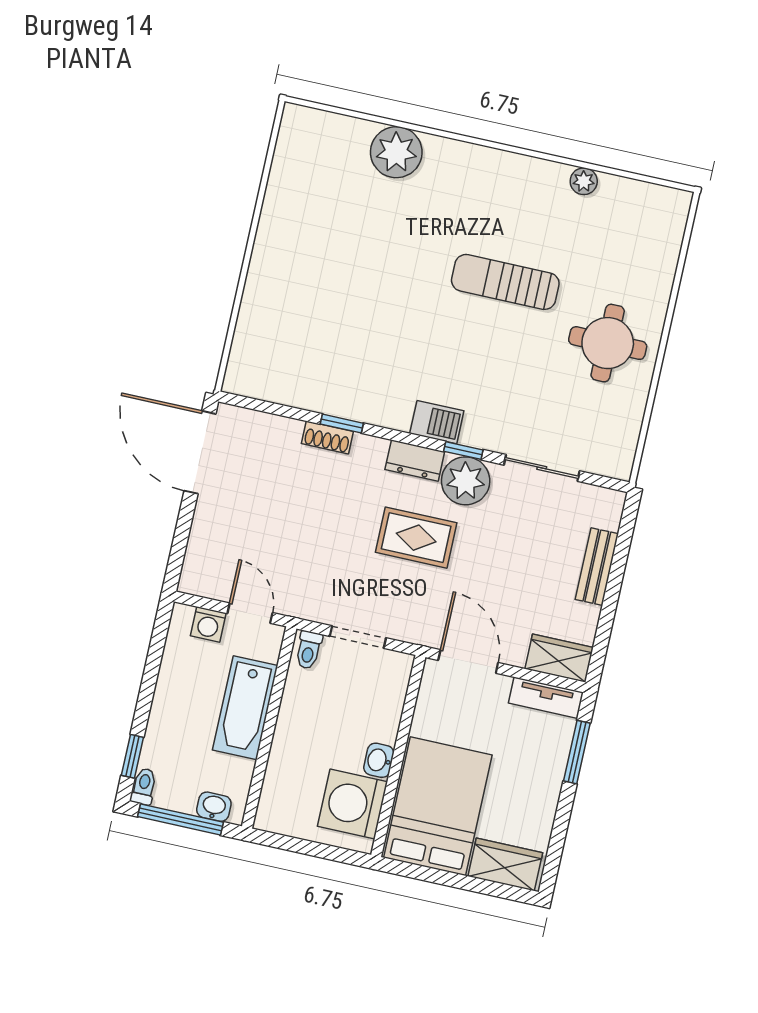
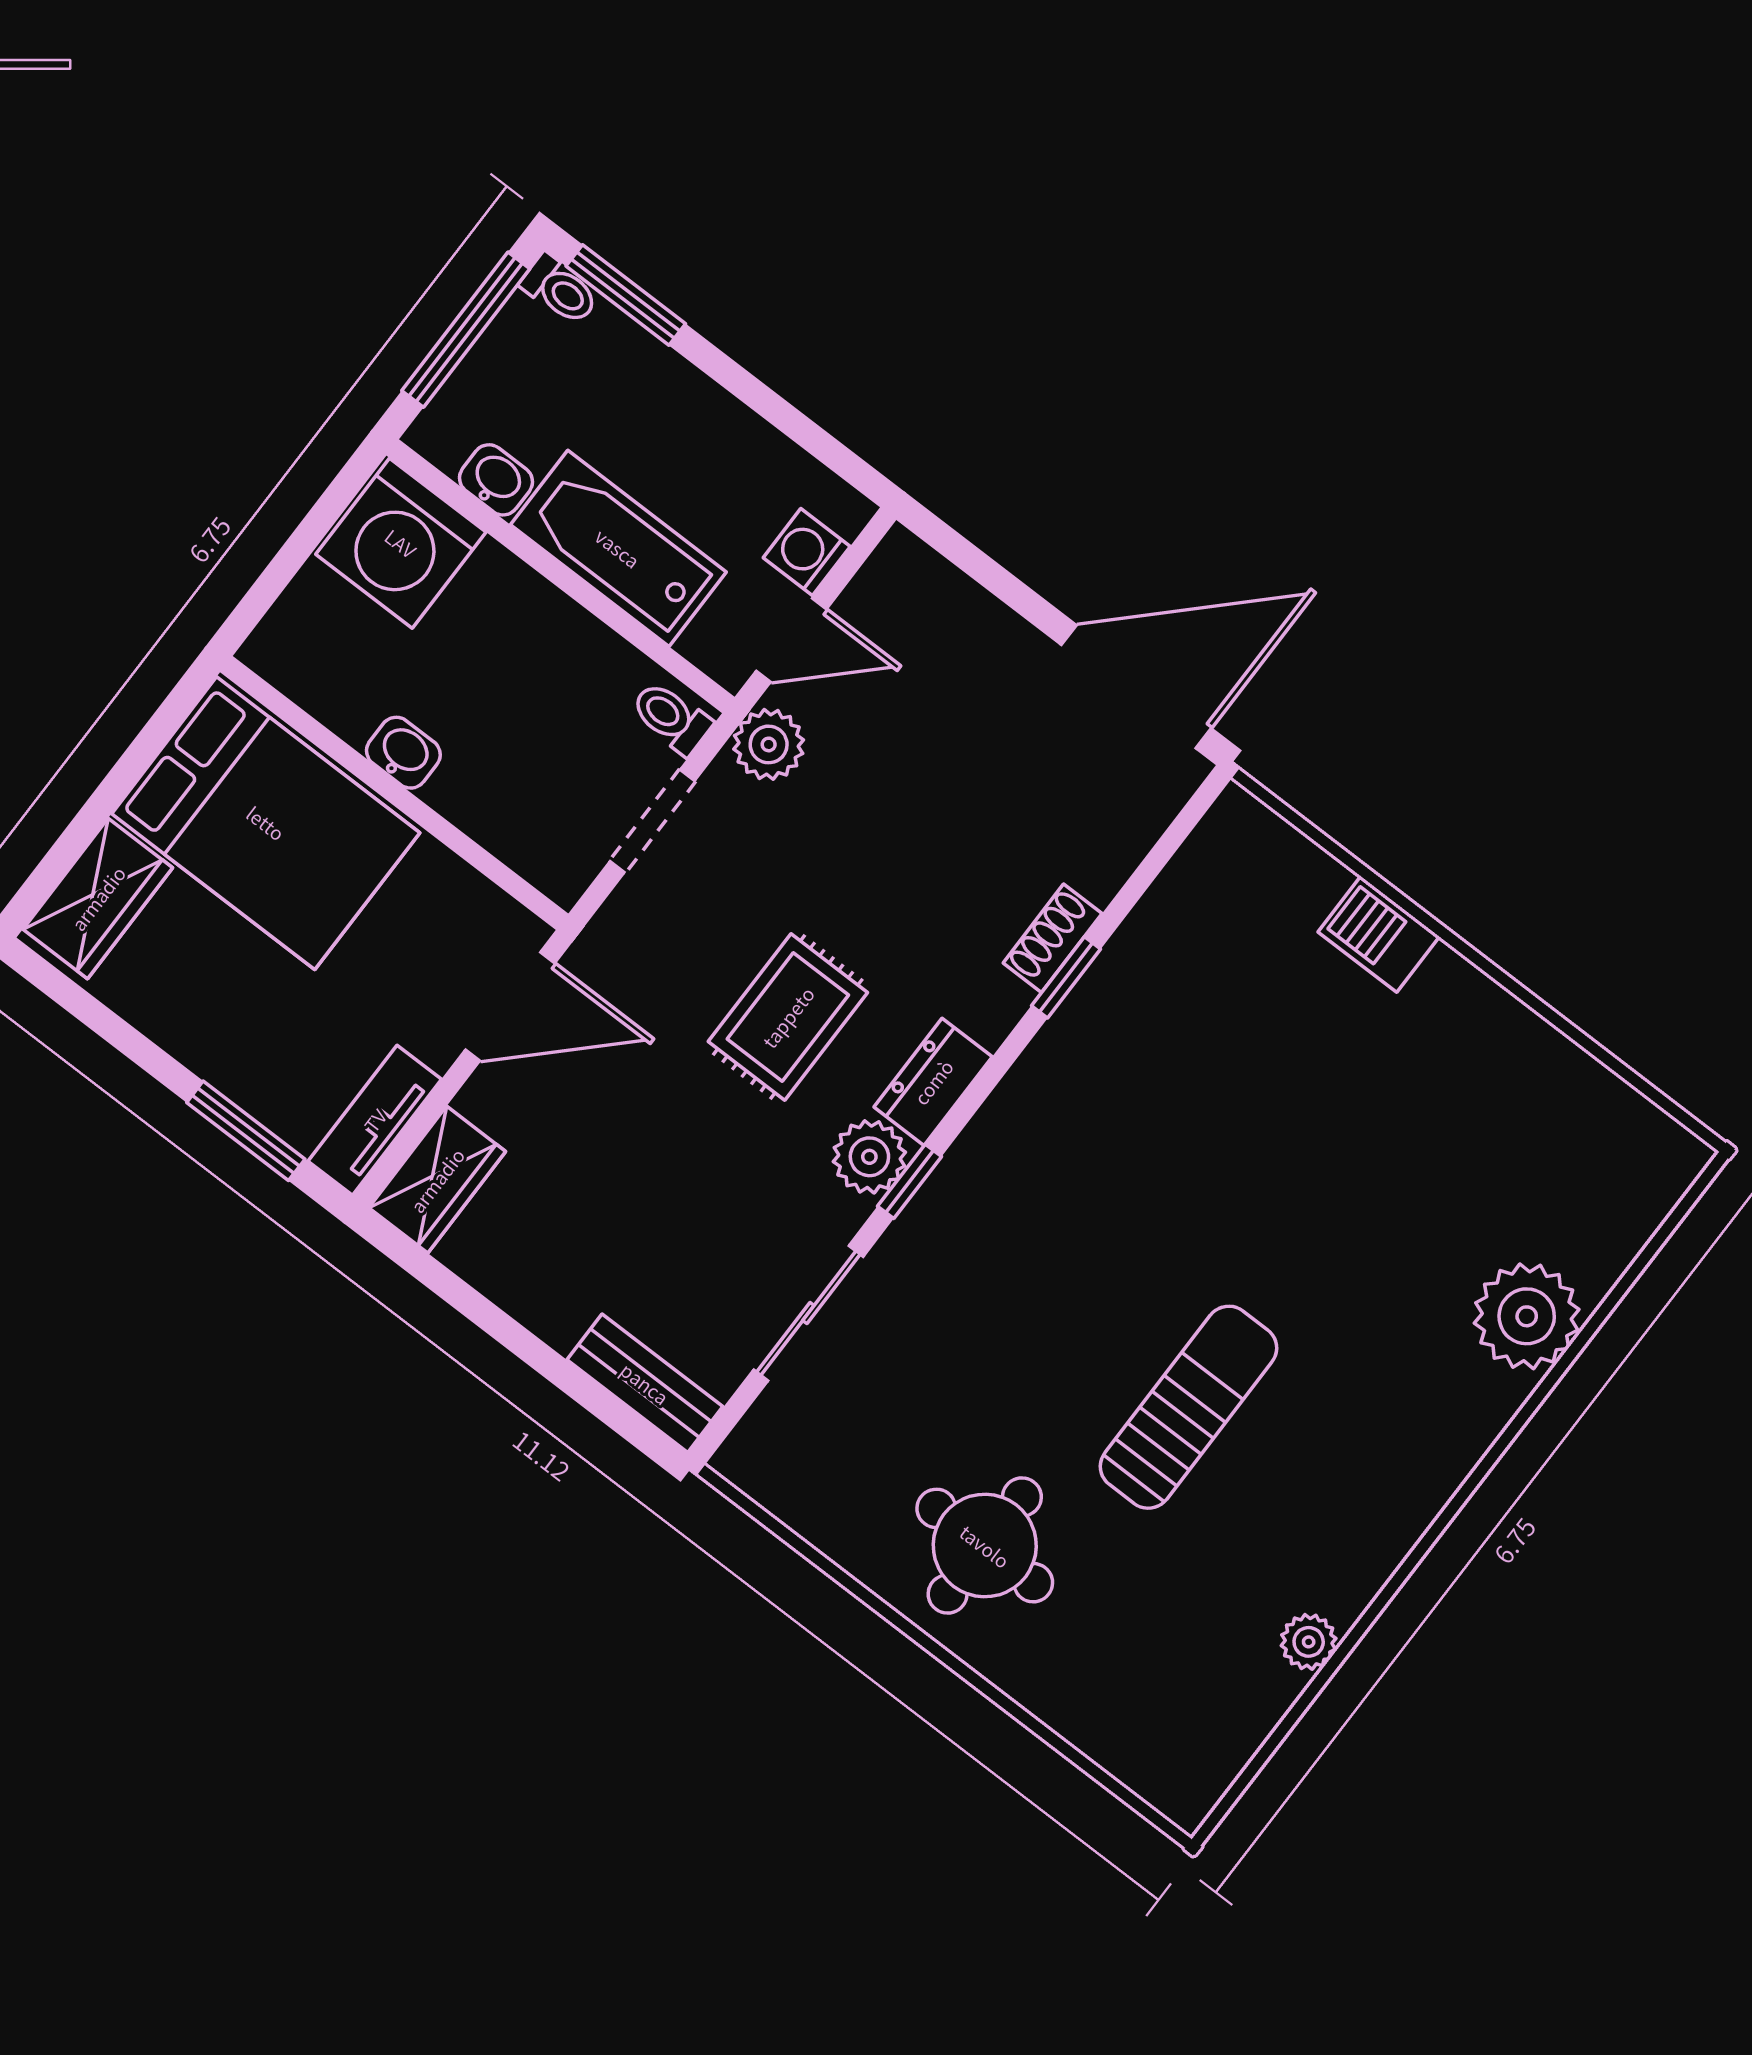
barbecue: (437, 422) -> (1379, 934), moved, turned 90
plant: (466, 481) -> (869, 1157), width x0.73, depth x0.73
bench: (597, 567) -> (645, 1383), moved
plant: (300, 602) -> (769, 744), added
window: (132, 756) -> (626, 295), width x1.50
washing machine: (352, 804) -> (401, 543), moved, turned 180
washbasin: (214, 807) -> (496, 480), moved, turned -90

